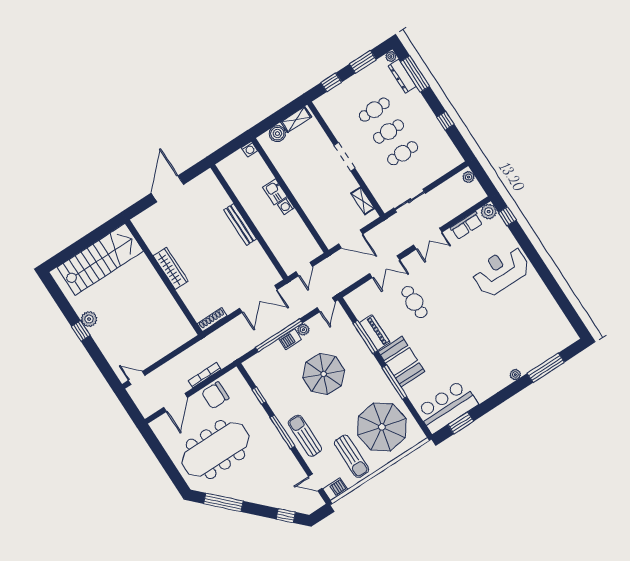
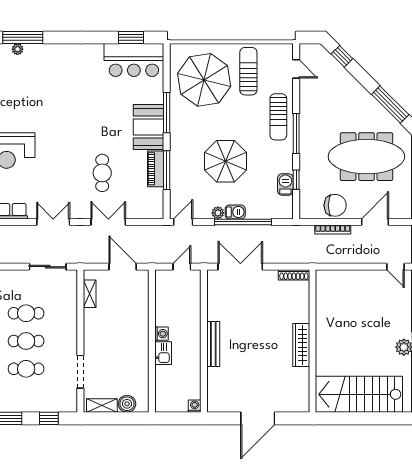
washing machine: (249, 149) -> (195, 406), moved
doorway: (344, 157) -> (80, 372), moved
plant: (515, 375) -> (17, 49), moved
barbecue: (335, 489) -> (285, 185), moved, turned 90

